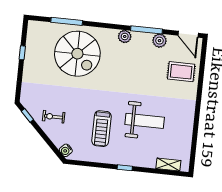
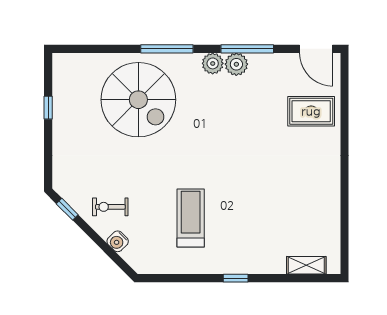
window: (67, 21) -> (167, 49), moved
plant: (159, 41) -> (236, 64), moved
weight bench: (145, 121) -> (260, 198), removed
treadmill: (102, 129) -> (191, 218), turned 180
water cooler: (66, 150) -> (118, 241), moved

